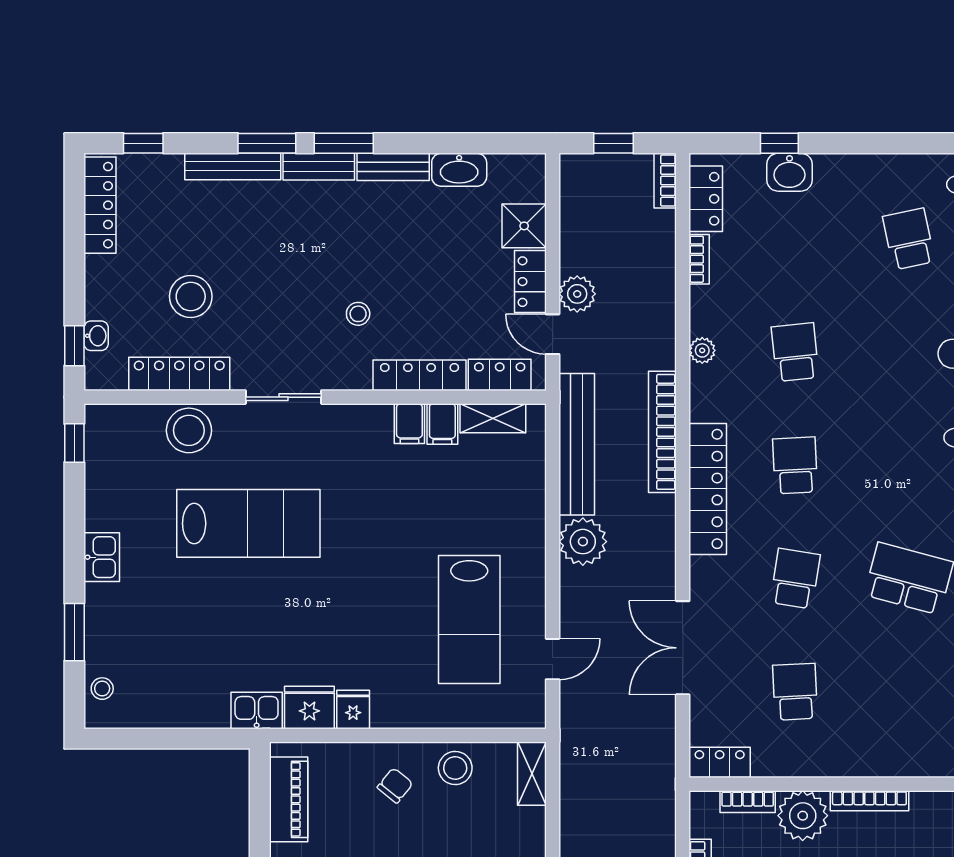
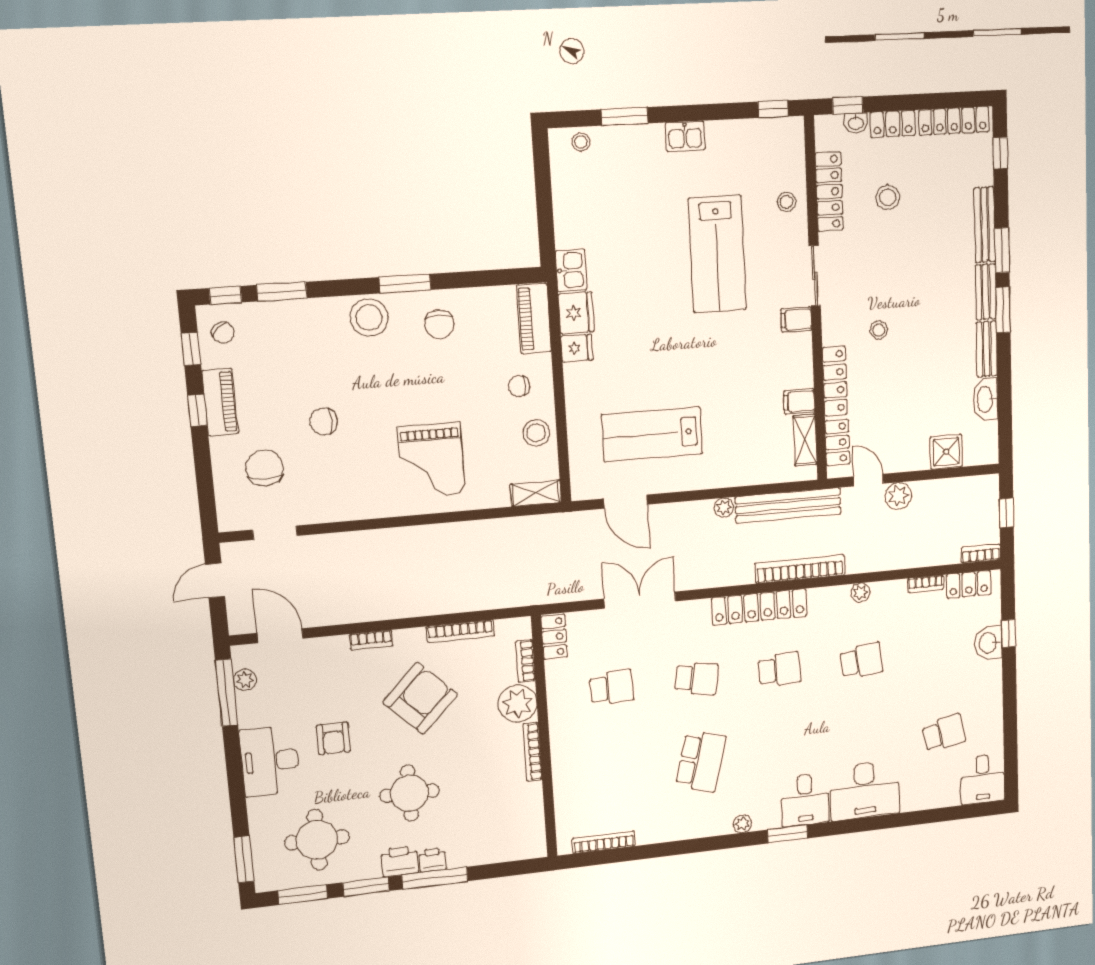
locker: (530, 282) -> (893, 124), moved, turned 180
stool: (191, 296) -> (888, 197), width x0.73, depth x0.73
door: (553, 334) -> (868, 480), hinge flipped
filing cabinet: (409, 424) -> (796, 319), moved
stool: (189, 430) -> (787, 202), width x0.53, depth x0.53
plant: (583, 542) -> (724, 508), width x0.53, depth x0.53
door: (553, 659) -> (626, 502), width x1.38
chair: (395, 785) -> (519, 386), turned 141
piano: (289, 799) -> (534, 319), moved, turned 90

